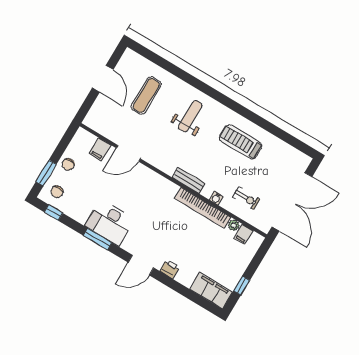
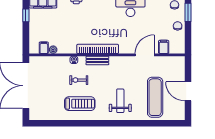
exercise mat: (146, 95) -> (155, 97), width x1.36, depth x1.45
weight bench: (190, 116) -> (120, 101), turned 180
exercise bike: (246, 198) -> (79, 80), moved
bookcase: (203, 208) -> (98, 49), moved

